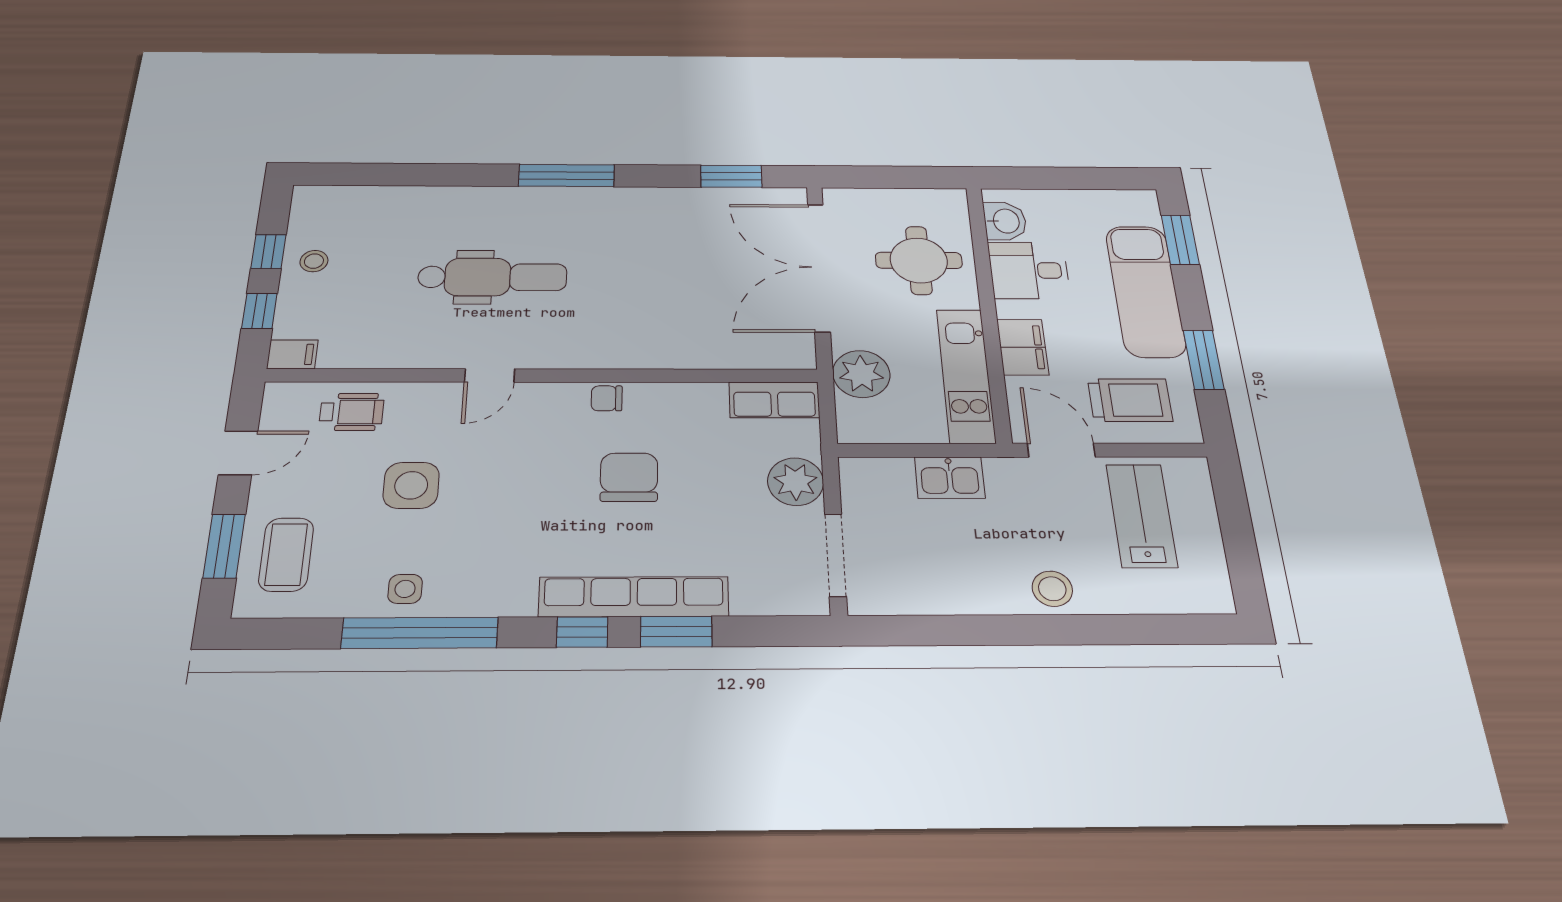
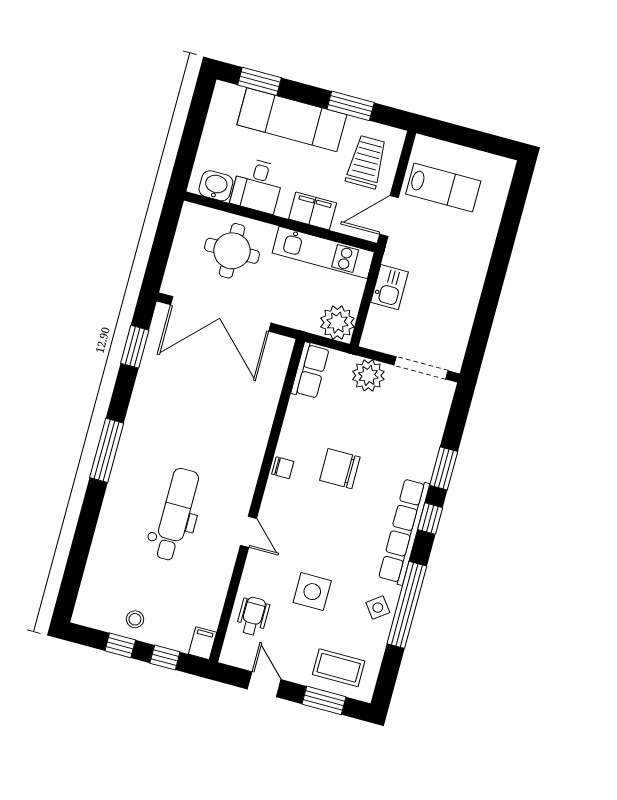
plant: (861, 374) -> (337, 323), moved
chair: (607, 398) -> (283, 468), turned -90
lab bench: (1142, 516) -> (443, 187), turned 180
side table: (405, 589) -> (378, 608), turned -37
stool: (1052, 589) -> (474, 256), removed
row of seats: (634, 597) -> (404, 531), moved

